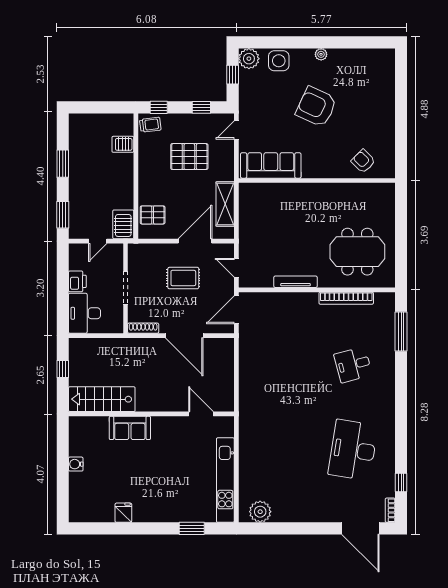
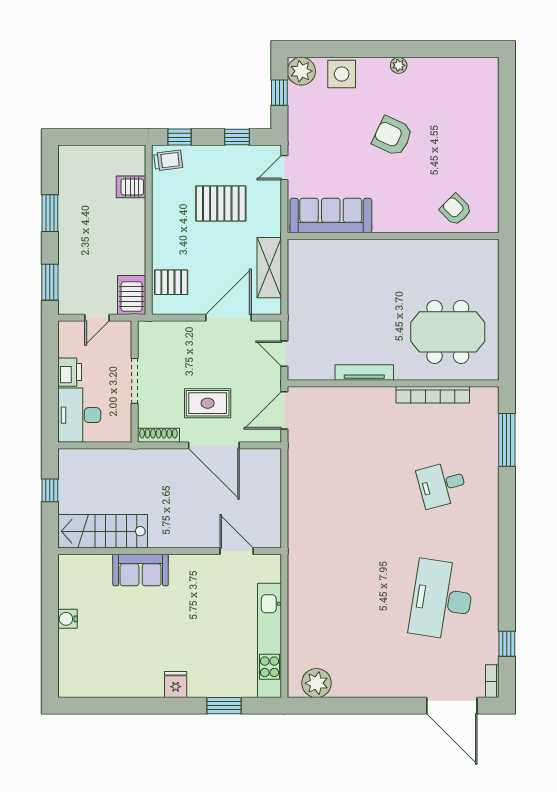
armchair: (316, 107) -> (392, 136), width x0.73, depth x0.73
rug: (183, 278) -> (208, 403), moved
fridge: (123, 513) -> (176, 685), moved

